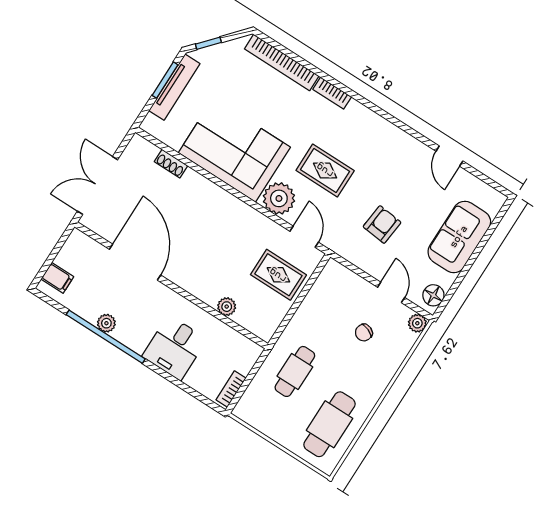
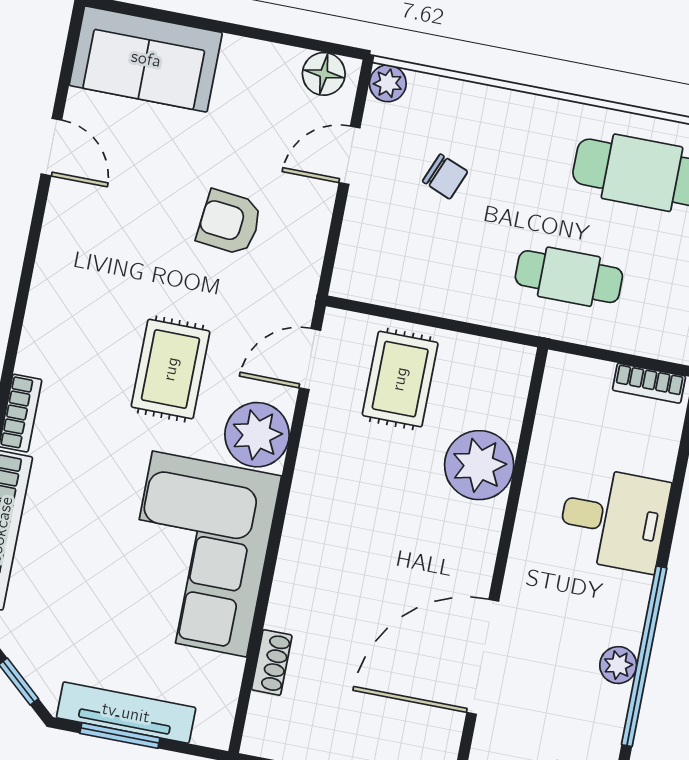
door: (449, 156) -> (51, 147), hinge flipped
sofa: (459, 237) -> (146, 59), moved
plant: (227, 307) -> (479, 465), width x1.88, depth x1.88

